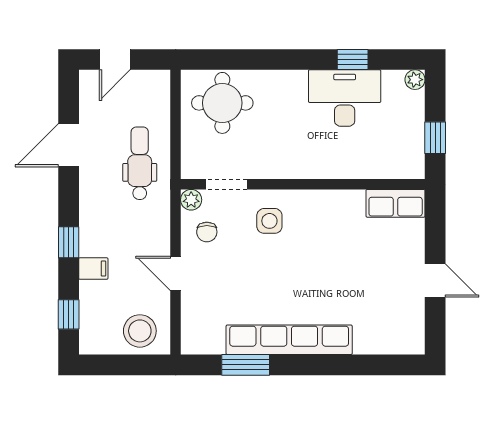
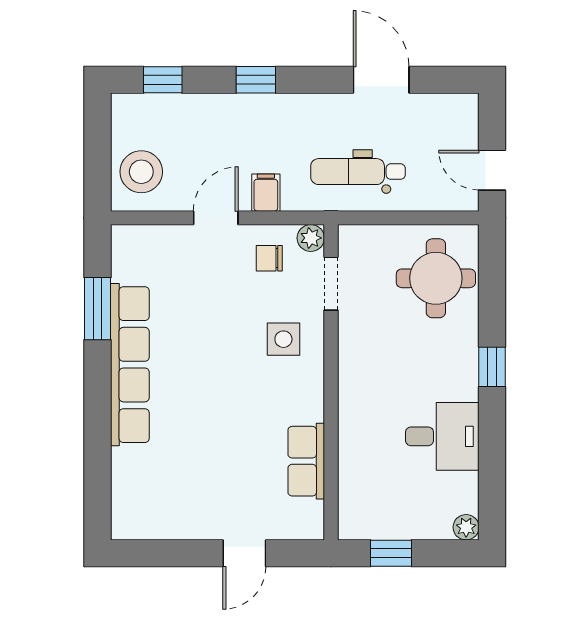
door: (115, 59) -> (492, 170), moved
window: (353, 59) -> (492, 367), moved
desk: (345, 98) -> (442, 436), width x0.73
dental chair: (140, 163) -> (358, 172), turned 180
row of seats: (396, 203) -> (306, 461), moved
filing cabinet: (93, 269) -> (266, 193), moved, turned 180
door: (435, 280) -> (244, 553), moved

